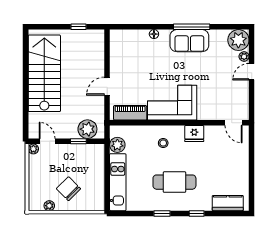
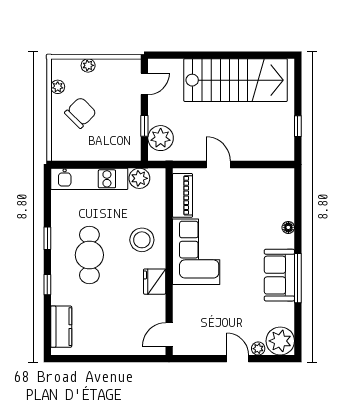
stool: (163, 143) -> (142, 240), width x1.89, depth x1.89
plant: (33, 149) -> (88, 65), moved

